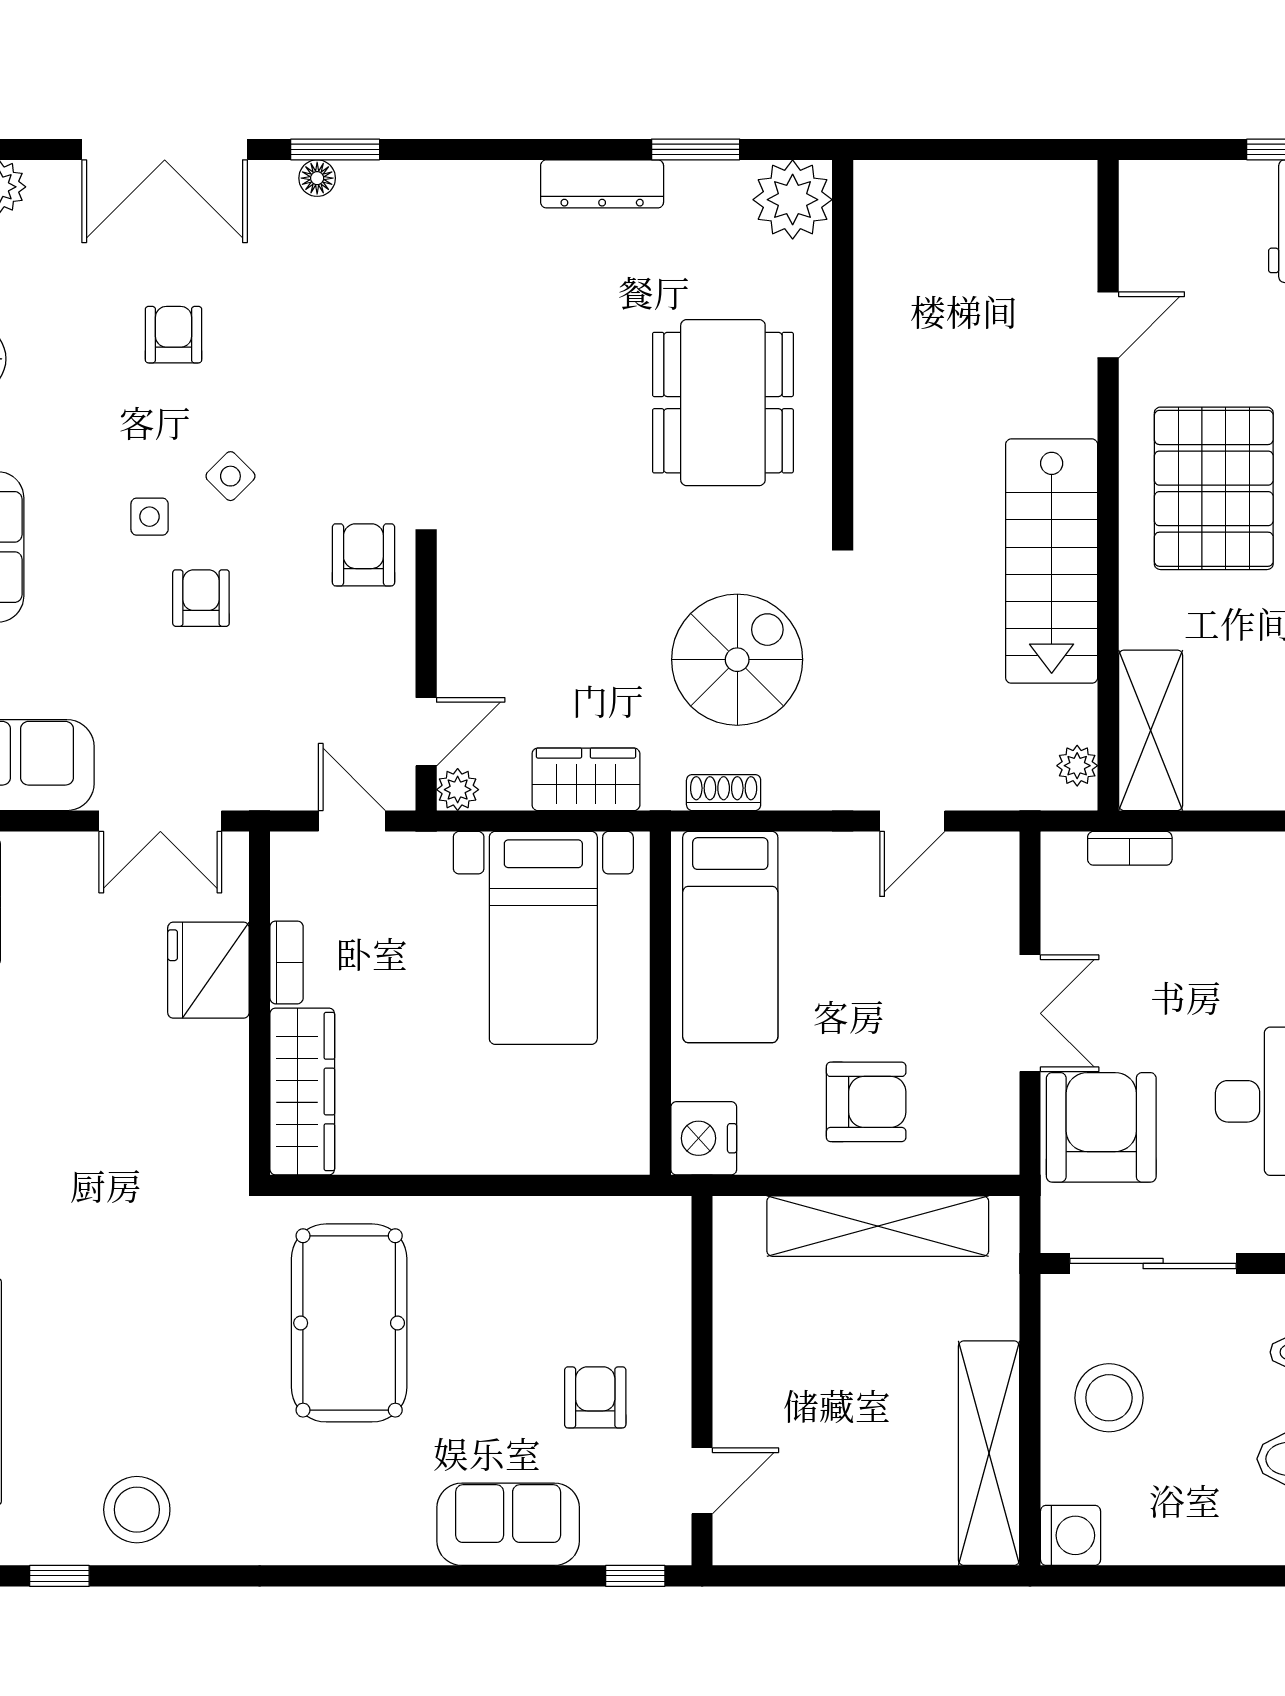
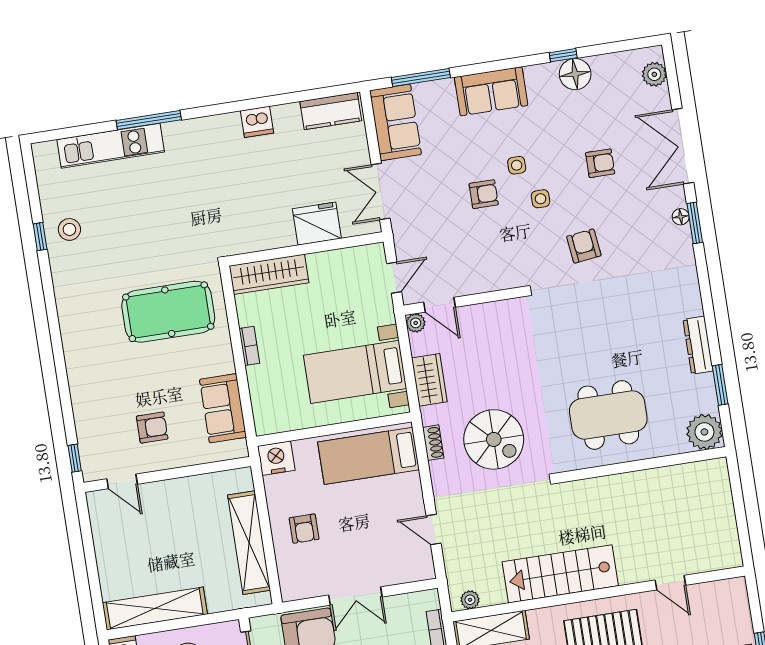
side table: (230, 476) -> (541, 199), turned 45
armchair: (363, 555) -> (584, 246), moved, turned -97
bookcase: (287, 962) -> (249, 346), moved, turned -90
armchair: (866, 1102) -> (304, 529), width x0.72, depth x0.72
stool: (137, 1510) -> (69, 229), width x0.73, depth x0.73
sofa: (508, 1524) -> (223, 408), moved, turned 180
window: (59, 1576) -> (40, 237), moved

